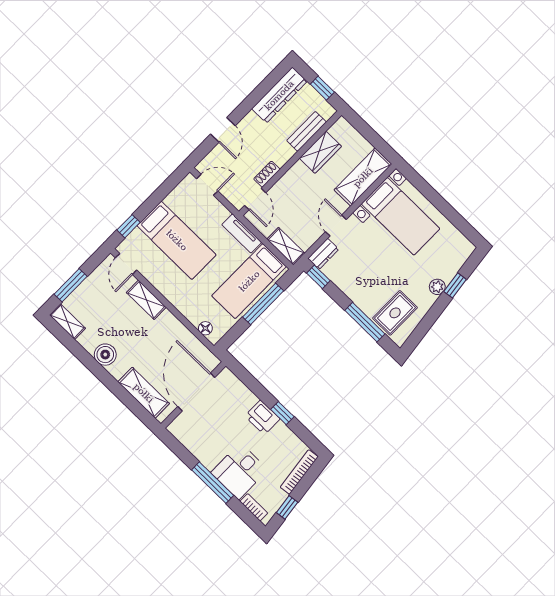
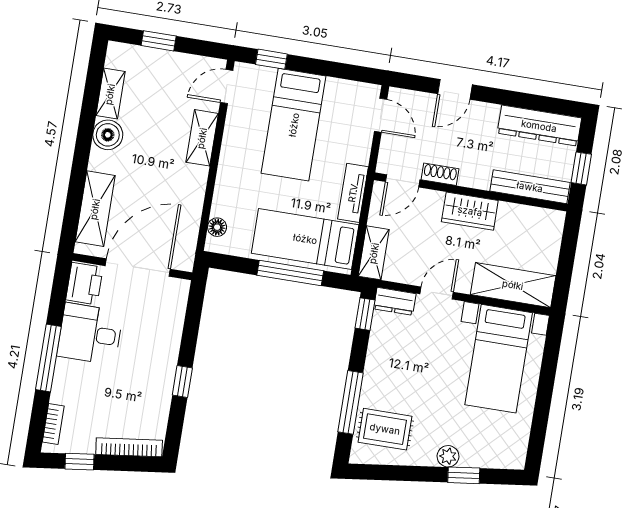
bench: (307, 131) -> (530, 187), width x1.36
wardrobe: (320, 152) -> (470, 211), moved
window: (71, 285) -> (159, 41), width x0.67
shelving: (67, 322) -> (110, 94), moved
printer: (262, 417) -> (84, 284), moved, turned 180
desk: (239, 471) -> (90, 334), moved

